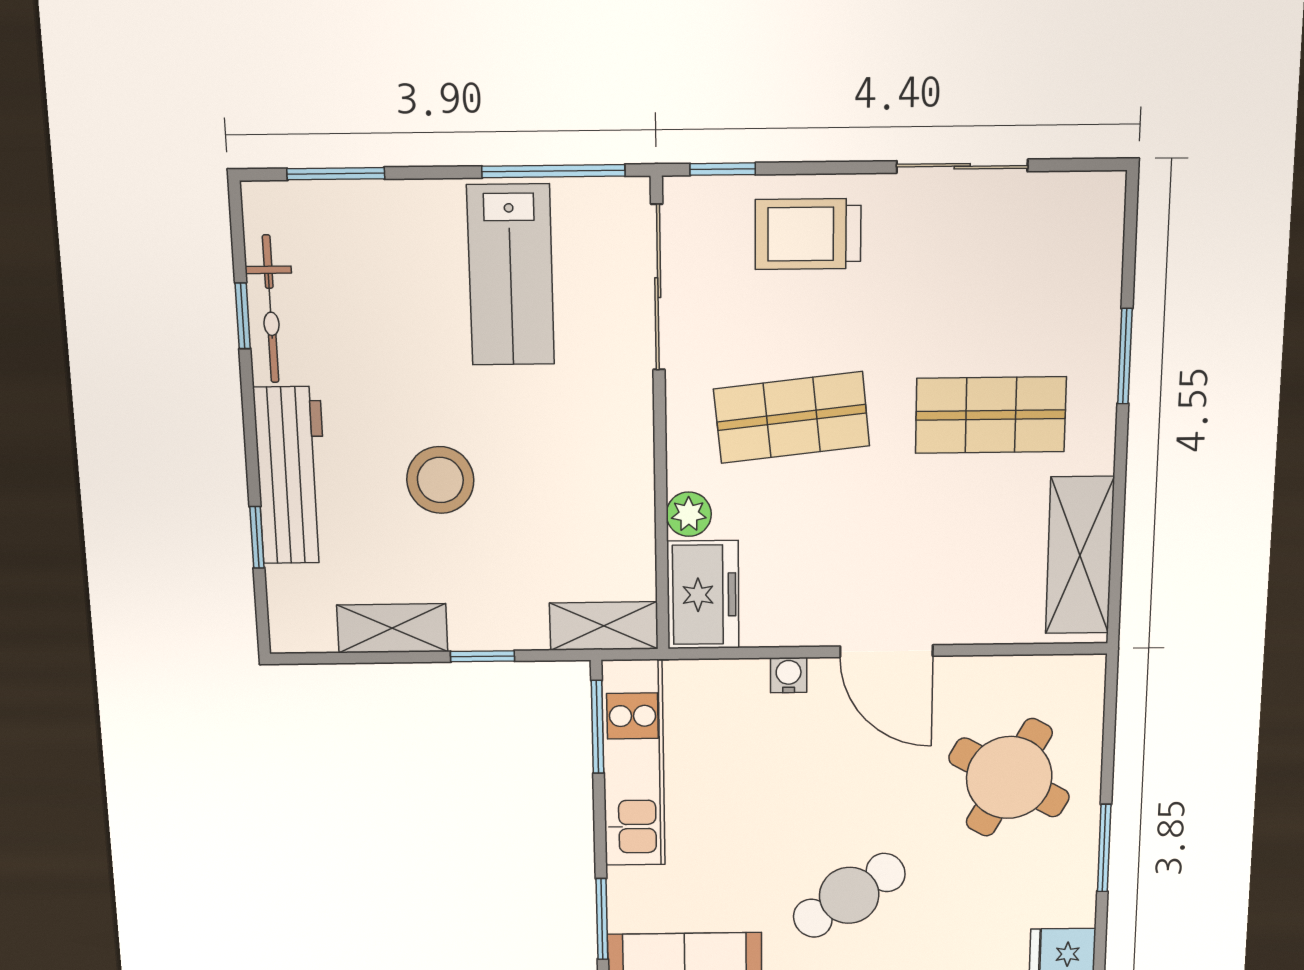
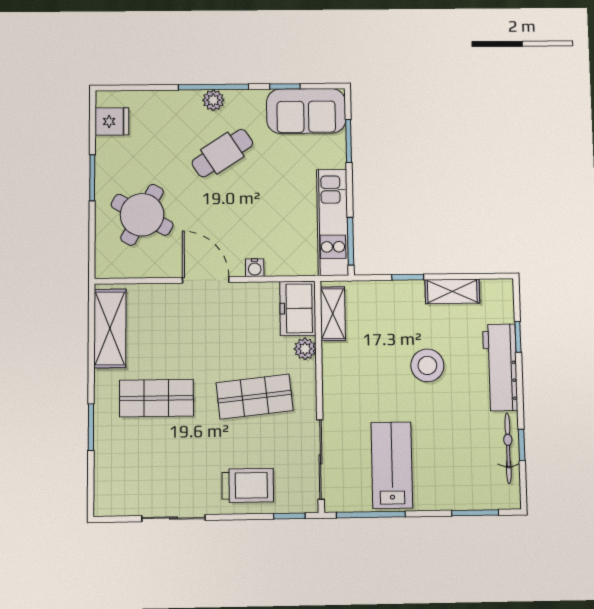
shelving: (604, 626) -> (333, 314), moved, turned 90

